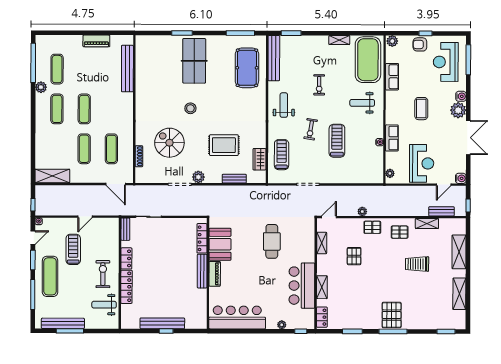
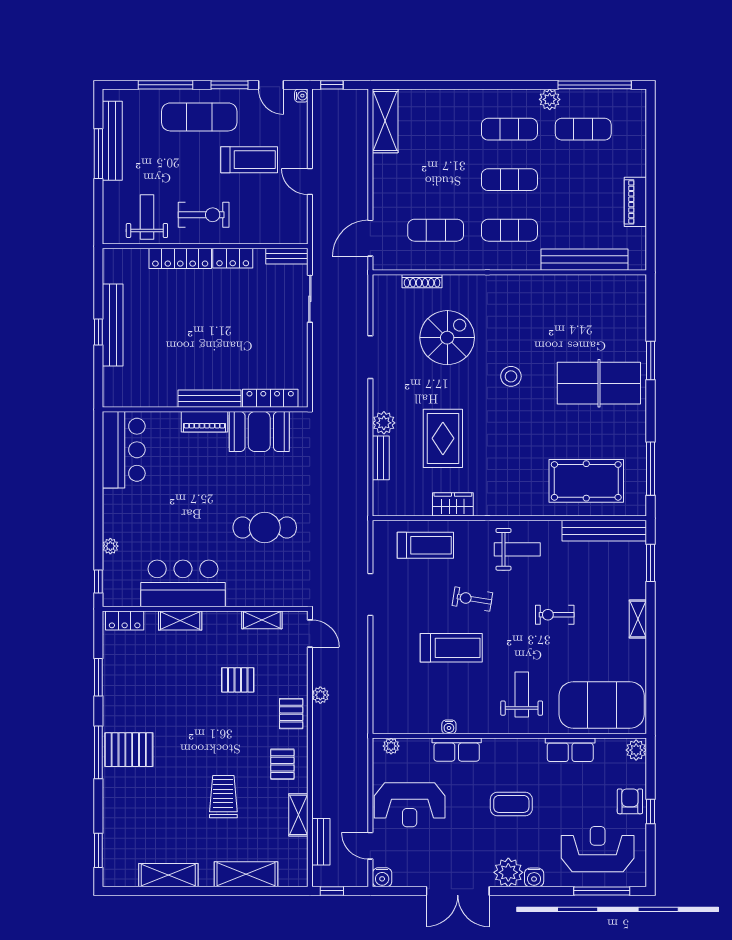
shelving: (339, 40) -> (638, 619), moved
exercise mat: (84, 149) -> (509, 230), moved
wardrobe: (259, 159) -> (453, 504), moved
plant: (198, 177) -> (384, 423), moved
bar counter: (237, 317) -> (124, 450), width x0.73

